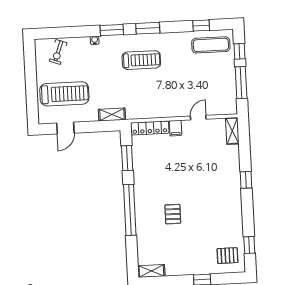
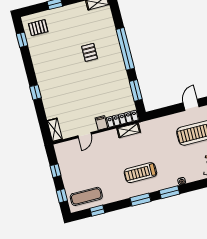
window: (241, 83) -> (55, 171), width x0.46
shelving: (112, 115) -> (129, 130), moved

